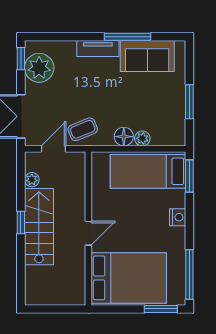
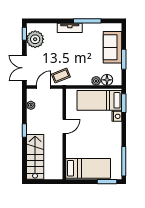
sofa: (147, 56) -> (112, 47), moved, turned 90
floor lamp: (124, 137) -> (107, 80), moved
nightstand: (178, 217) -> (117, 116), moved
stairs: (39, 227) -> (35, 157), moved
door: (88, 233) -> (64, 126), moved
bed: (129, 278) -> (88, 168), width x0.67

